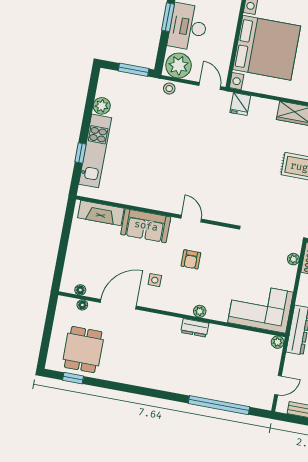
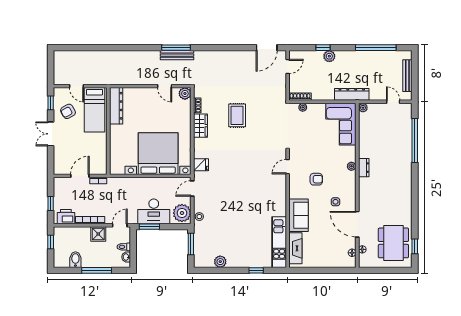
kitchen unit: (95, 151) -> (279, 242), moved, turned -90
door: (191, 219) -> (288, 167), moved
dining table: (83, 350) -> (393, 243), width x1.38

